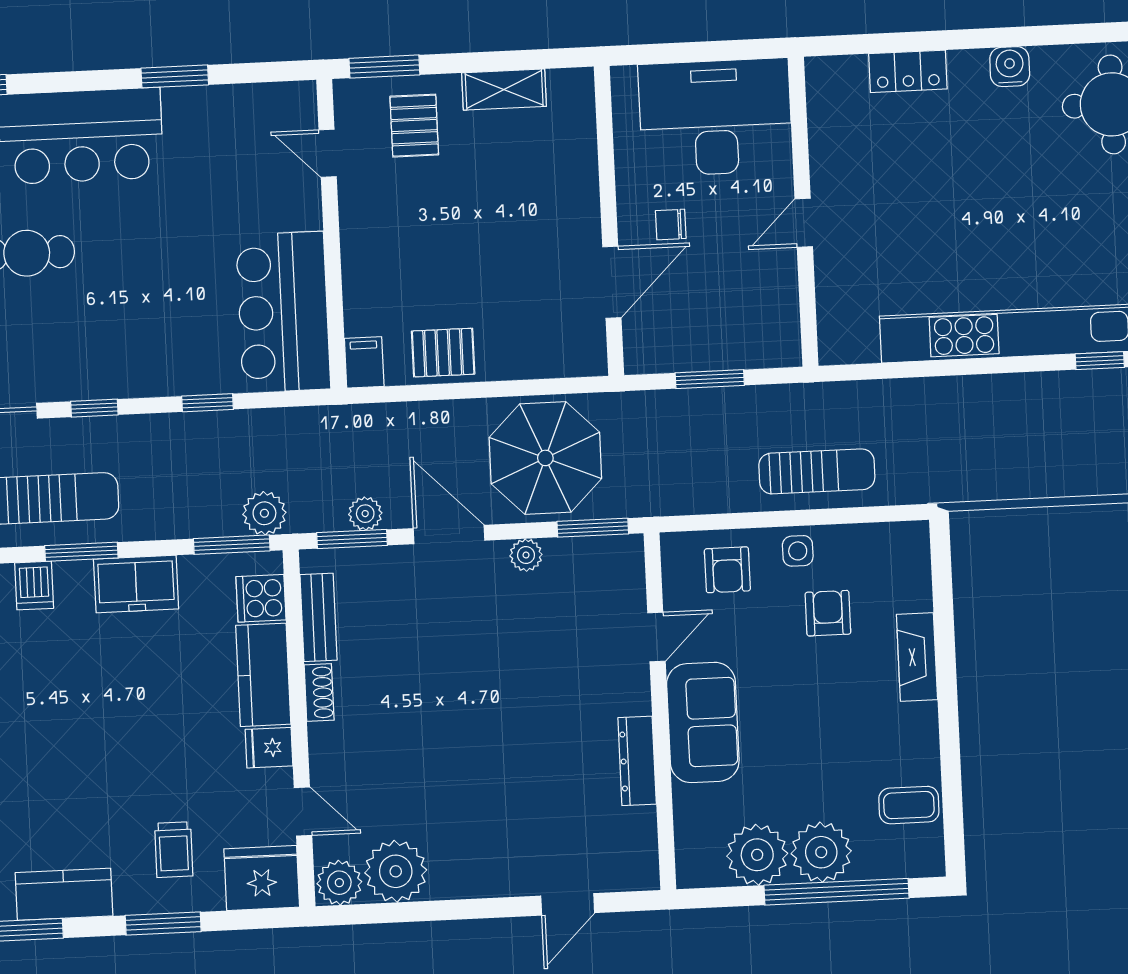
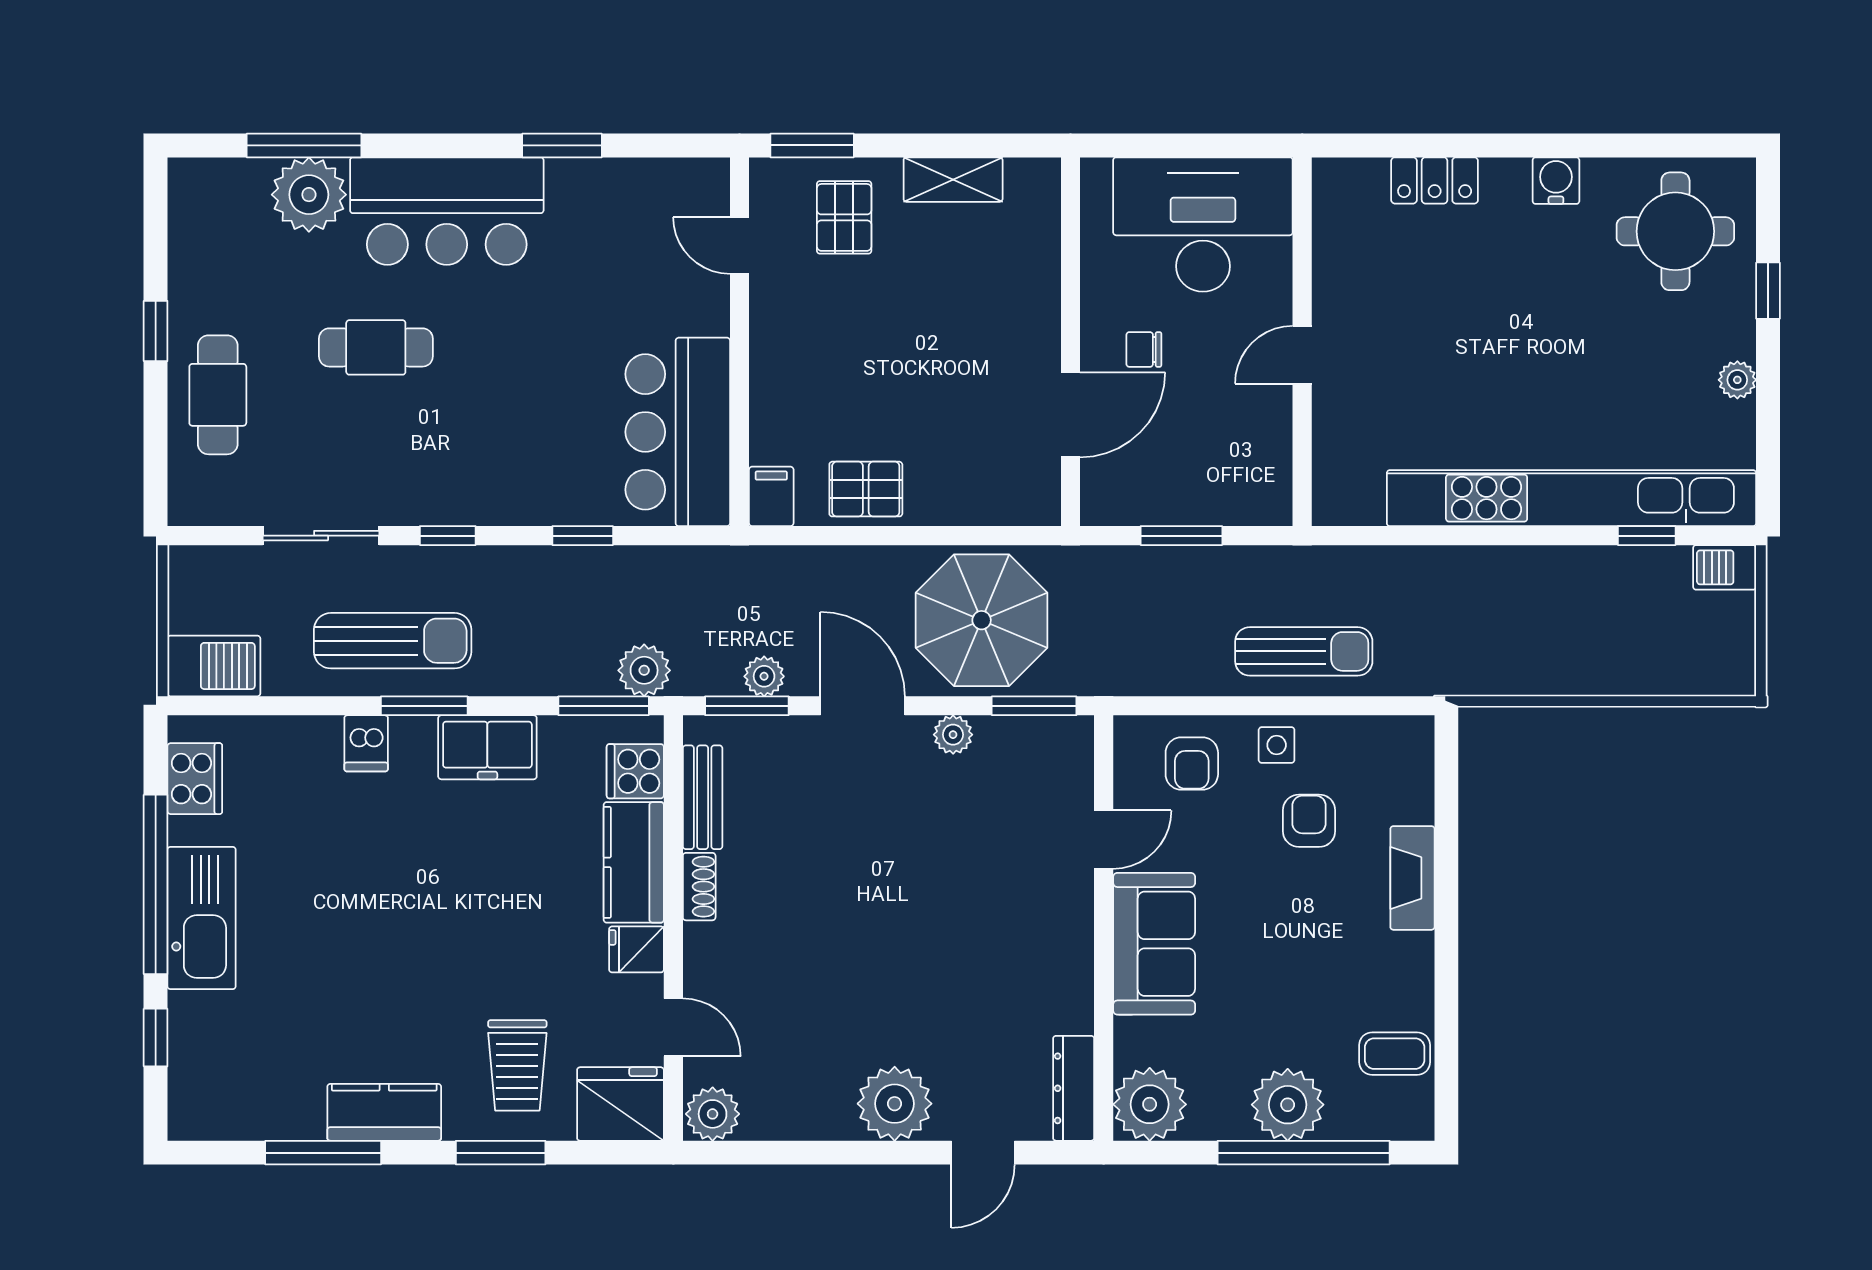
dresser: (637, 761) -> (1074, 1088), moved
trolley: (174, 850) -> (517, 1065), width x1.36, depth x1.39
plant: (757, 855) -> (1150, 1104), moved
plant: (396, 871) -> (895, 1104), moved

